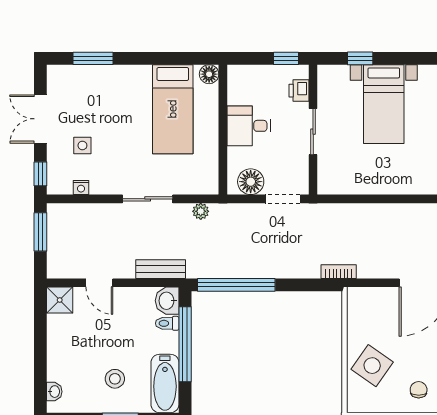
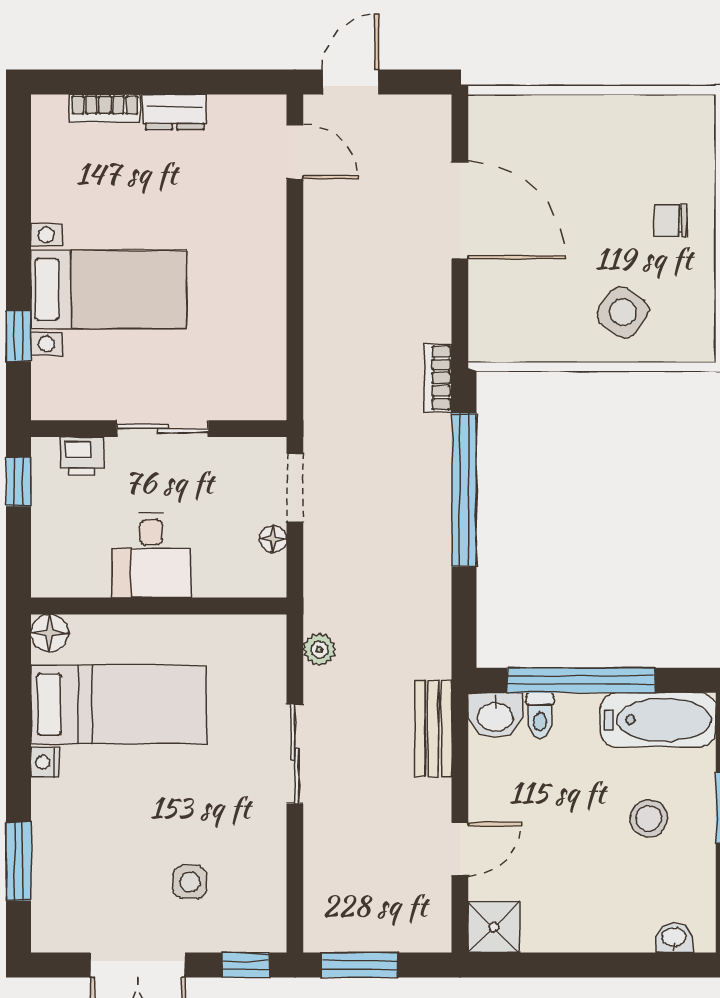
floor lamp: (251, 182) -> (273, 539), width x0.53, depth x0.53
nightstand: (81, 187) -> (45, 762), moved, turned 180
window: (236, 285) -> (464, 490), moved
side table: (372, 366) -> (623, 312), width x0.73, depth x0.73

